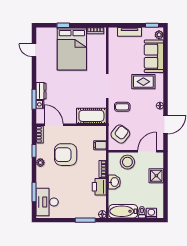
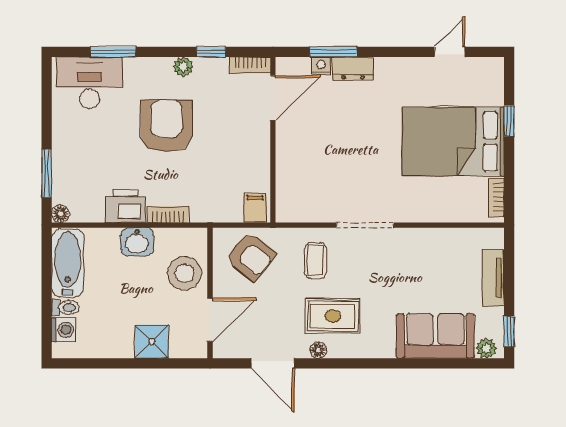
rug: (143, 82) -> (333, 316), moved, turned 90
cot: (91, 116) -> (294, 188), removed
filing cabinet: (100, 145) -> (255, 208), moved
door: (147, 151) -> (210, 320), hinge flipped
armchair: (66, 155) -> (167, 126), moved

